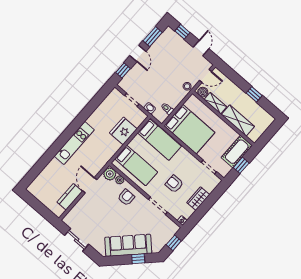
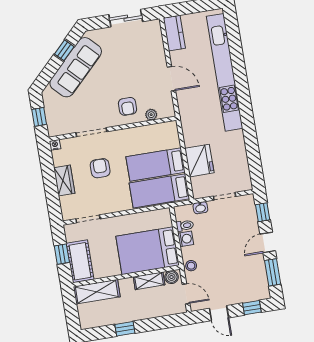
door: (138, 53) -> (268, 242), hinge flipped
door: (206, 76) -> (186, 294), swing flipped
washing machine: (174, 102) -> (186, 239), added
shelving: (238, 121) -> (97, 292), moved
bed: (189, 129) -> (148, 251), moved
kitchen unit: (74, 143) -> (225, 72), width x1.86
bed: (136, 165) -> (156, 165), moved
plant: (110, 174) -> (166, 109), removed
armchair: (174, 184) -> (100, 168), turned -90
kitchen counter: (70, 197) -> (174, 33), moved
window: (138, 259) -> (64, 50), moved

